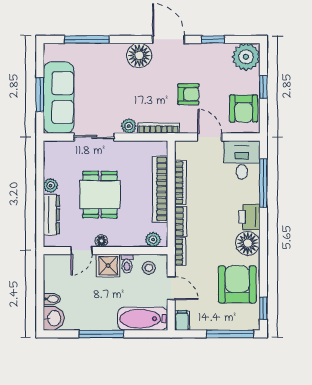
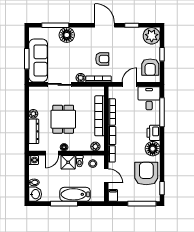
floor lamp: (139, 55) -> (67, 35), moved
armchair: (188, 94) -> (102, 59), moved
door: (210, 137) -> (130, 84), hinge flipped
washing machine: (51, 262) -> (34, 160), added
bathtub: (143, 319) -> (75, 194), moved

